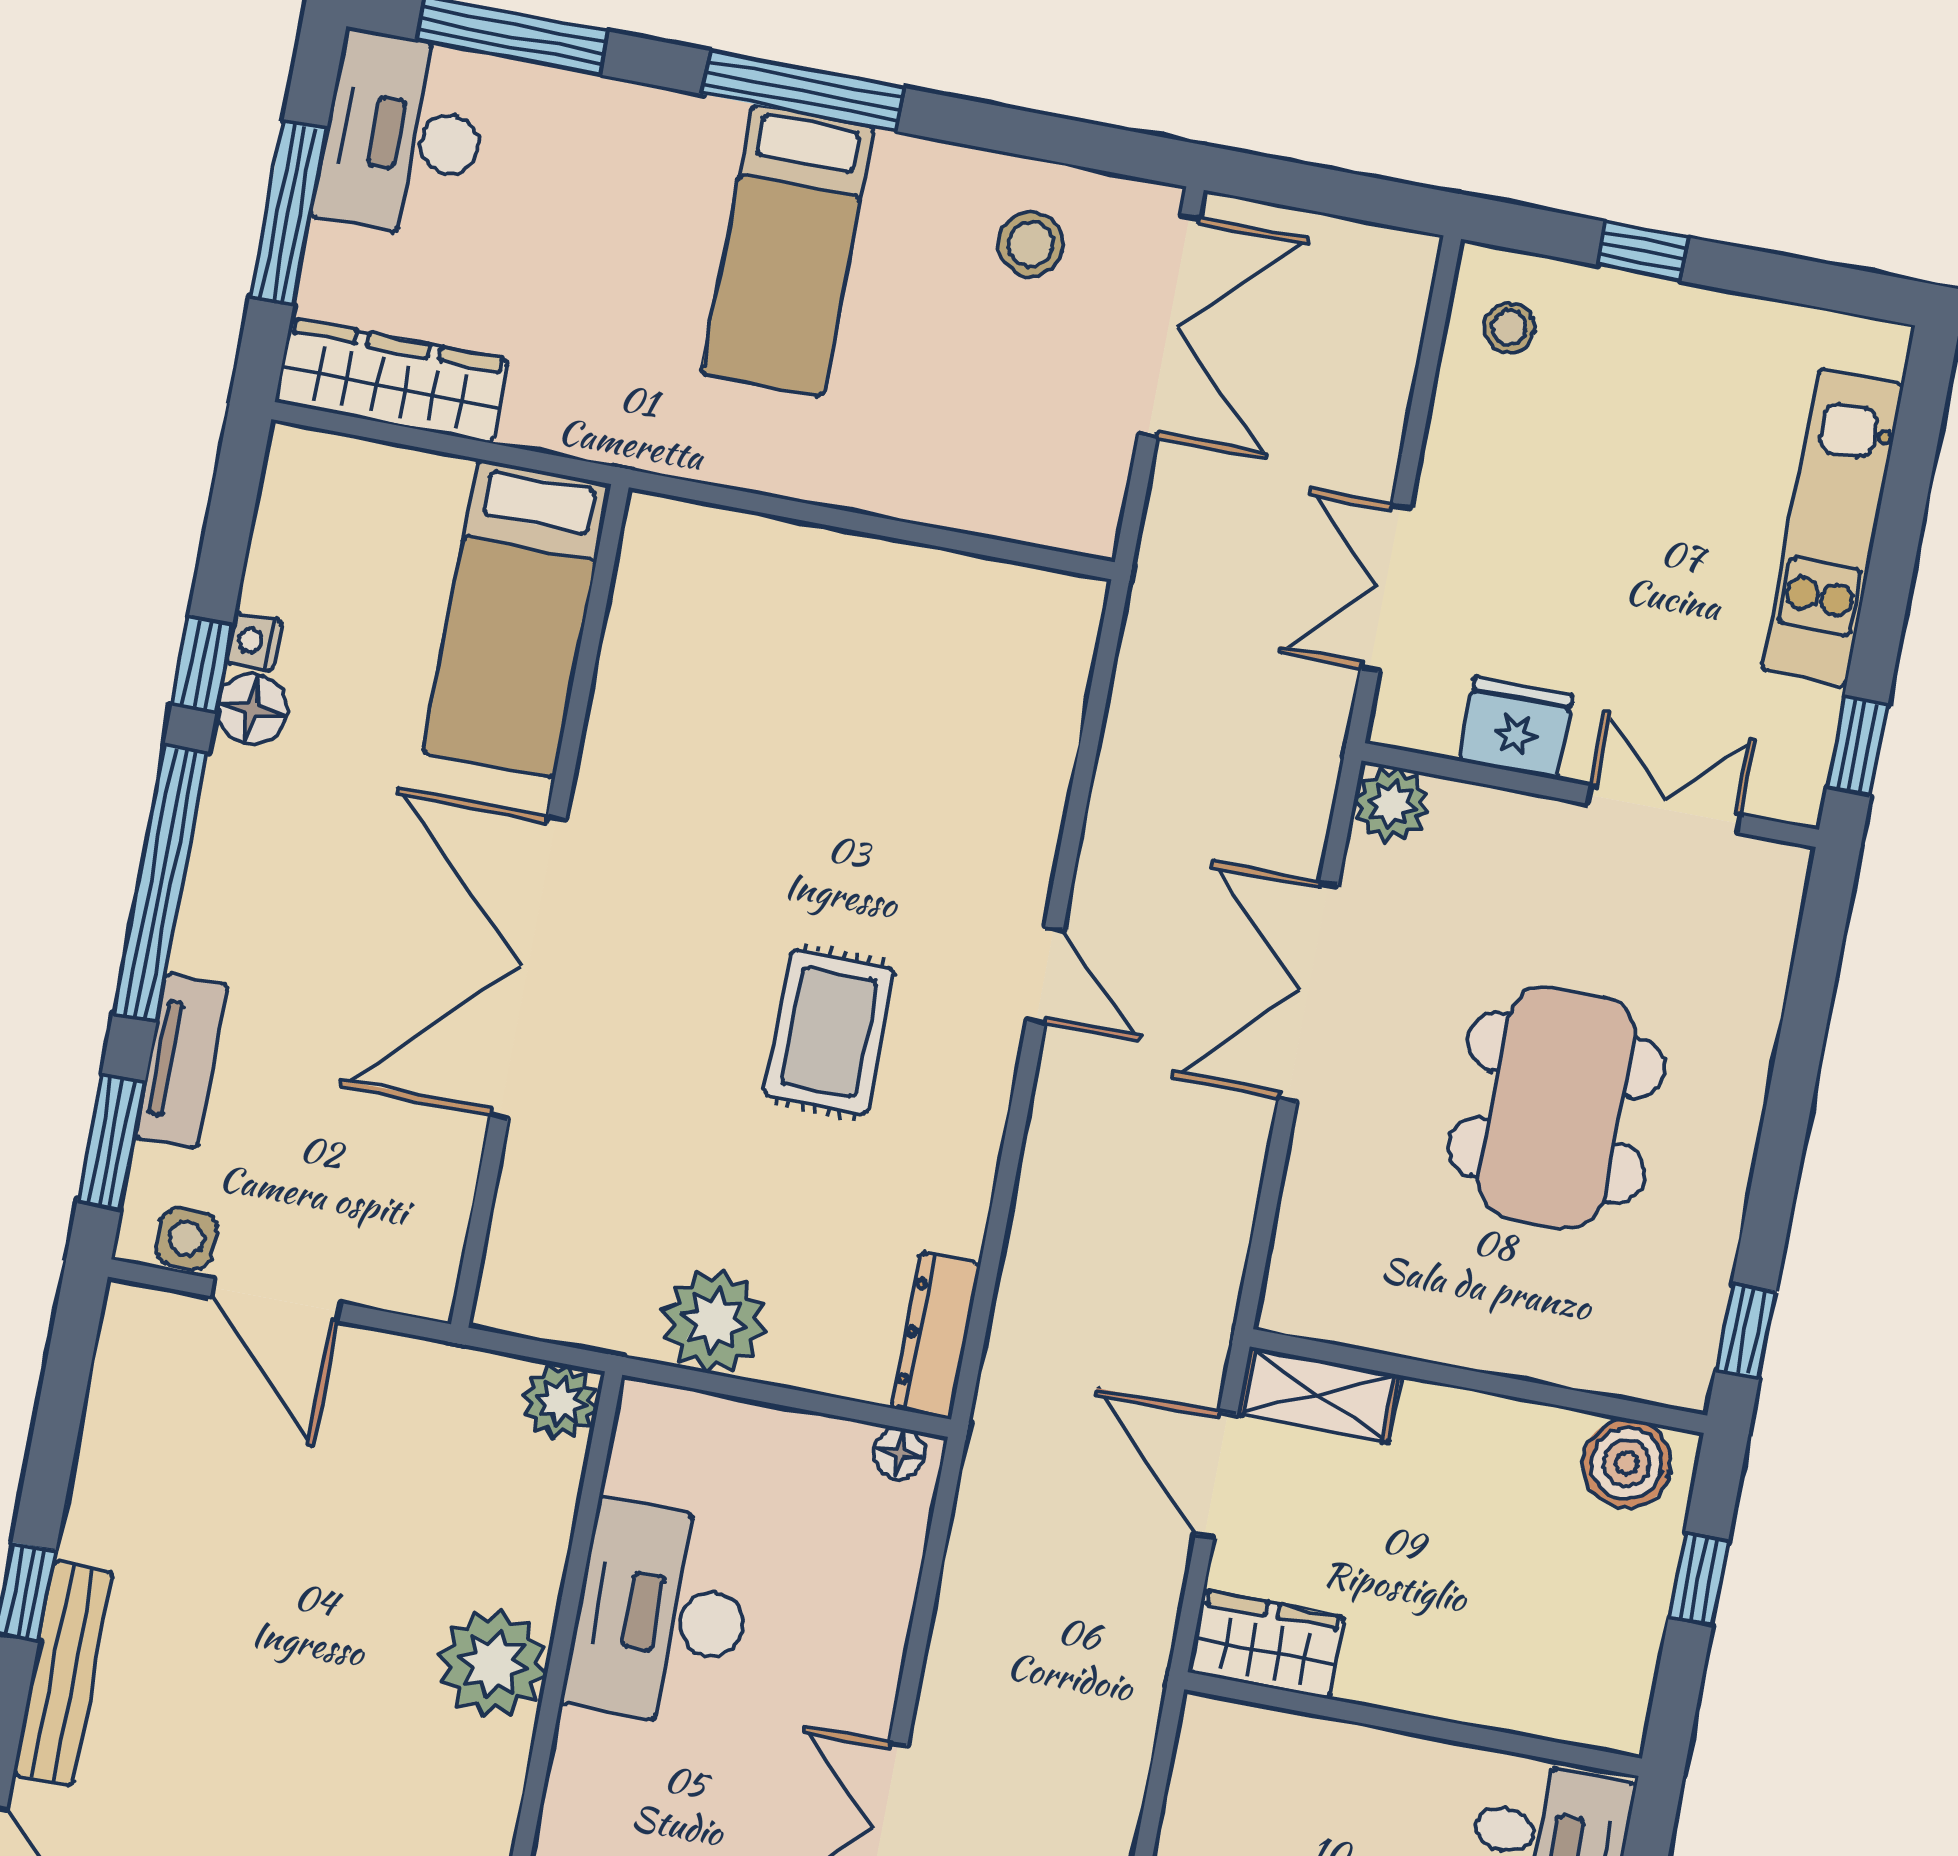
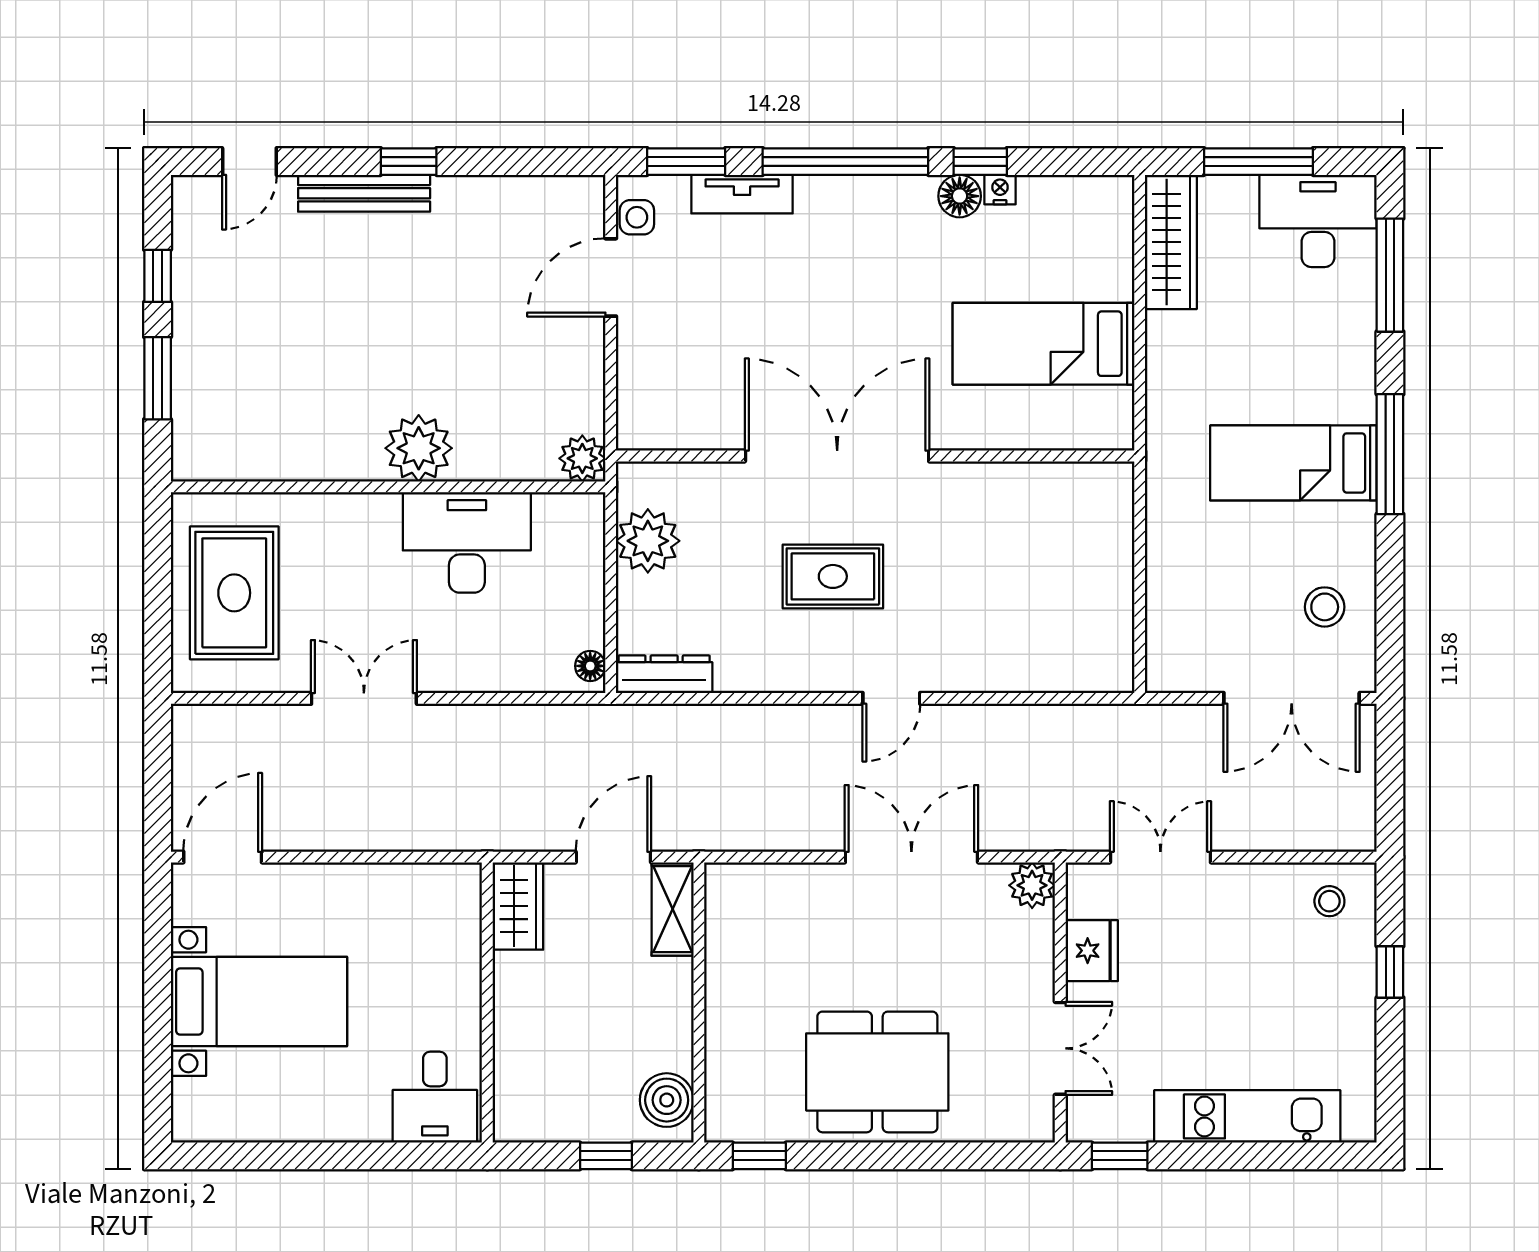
wall: (540, 906) -> (875, 456), moved
double door: (528, 967) -> (837, 456), moved
dining table: (1556, 1108) -> (877, 1072), moved

